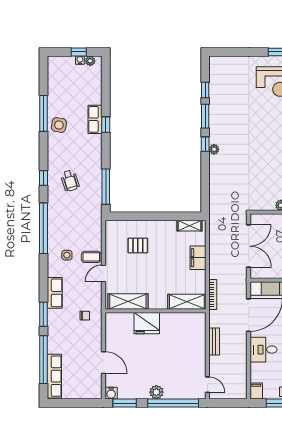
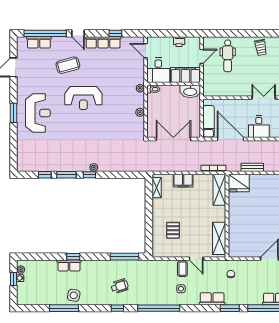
fridge: (147, 323) -> (239, 183), moved, turned 90

